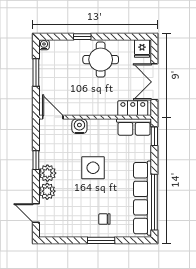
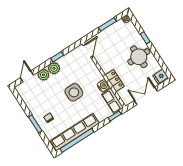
locker: (133, 108) -> (115, 81), moved
water cooler: (79, 126) -> (103, 86), moved

